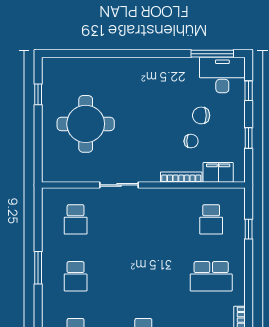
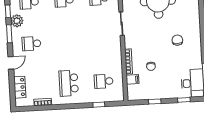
chair: (201, 115) -> (177, 40), moved
filing cabinet: (218, 172) -> (132, 79), width x0.50

